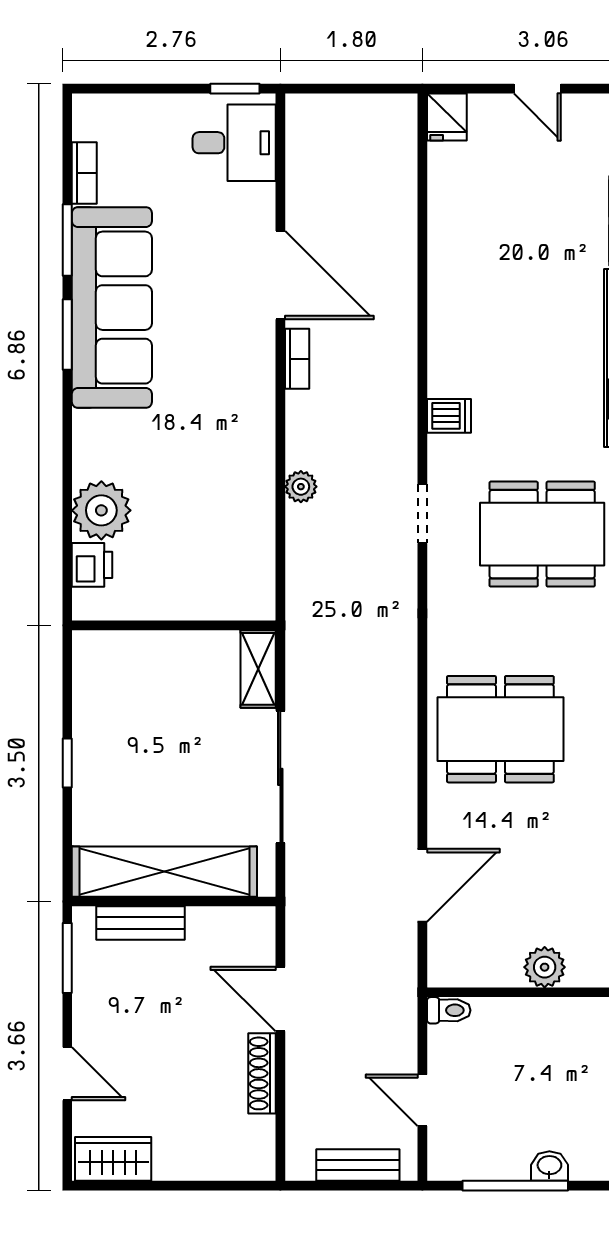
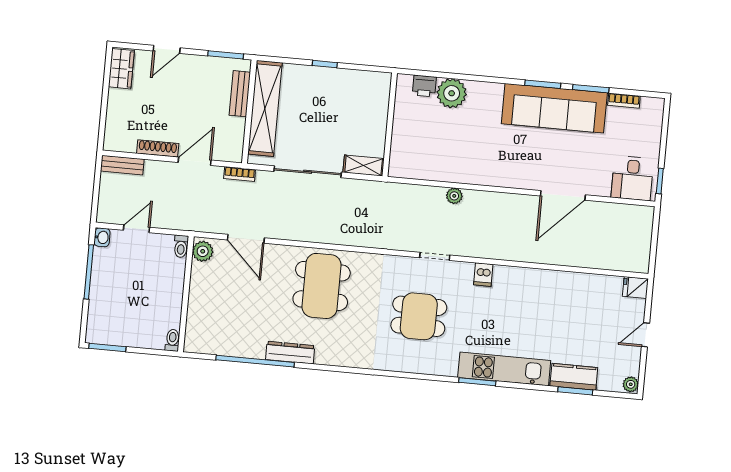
bookcase: (297, 359) -> (240, 174), moved
dining table: (542, 534) -> (419, 316), width x0.73
plant: (545, 967) -> (203, 251), moved
bench: (358, 1165) -> (122, 165), moved, turned 90
washbasin: (549, 1166) -> (102, 237), moved

